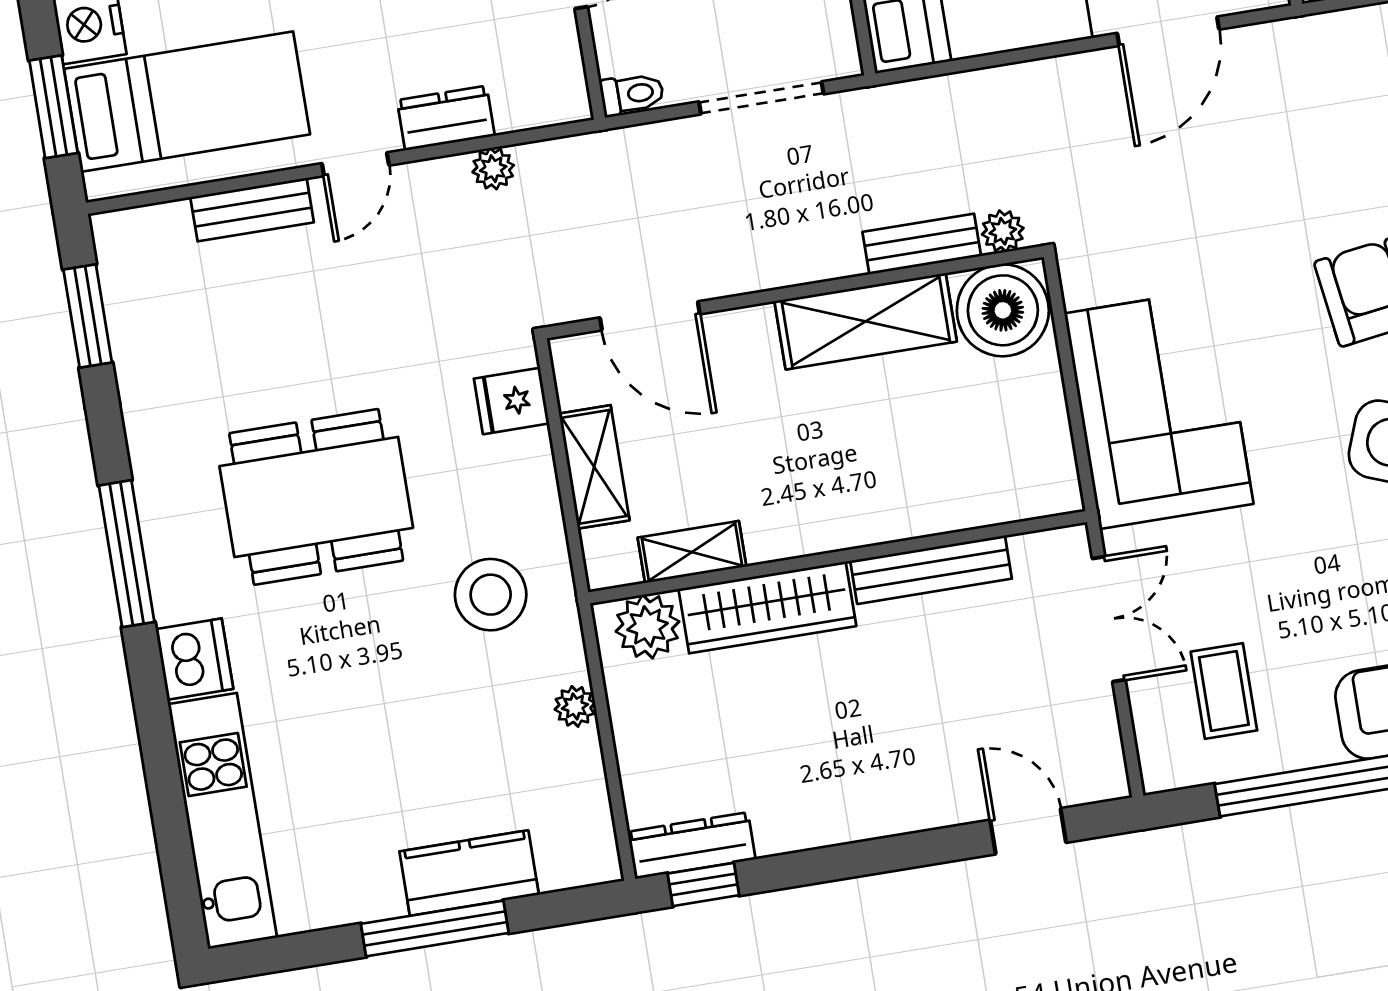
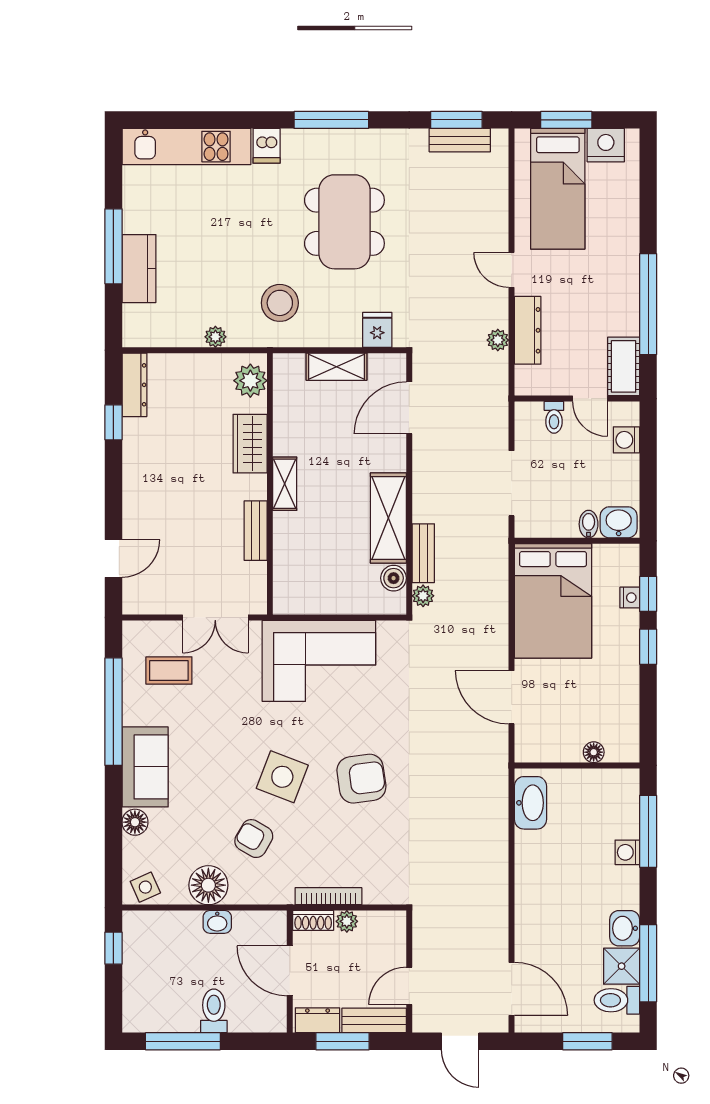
toilet: (632, 94) -> (554, 417), moved
dresser: (446, 118) -> (528, 330), width x1.44
bench: (252, 210) -> (460, 140), moved, turned 90
boiler: (1003, 310) -> (394, 578), width x0.54, depth x0.54
shelving: (692, 552) -> (285, 484), moved
bench: (931, 570) -> (256, 531), width x0.73
wardrobe: (767, 607) -> (250, 444), width x0.67
dishwasher: (194, 659) -> (267, 146), width x0.73
window: (703, 884) -> (113, 422), moved

